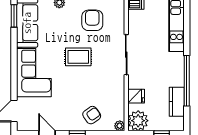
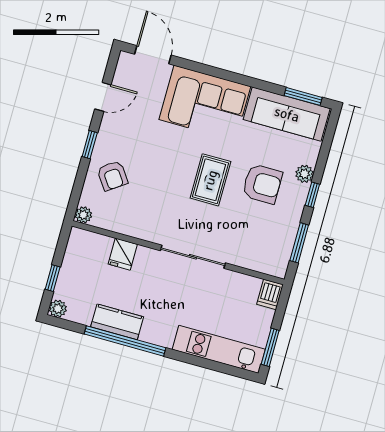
armchair: (92, 20) -> (262, 184), moved
kitchen counter: (177, 102) -> (117, 322), moved
plant: (138, 121) -> (58, 309), moved, width x0.53, depth x0.53

